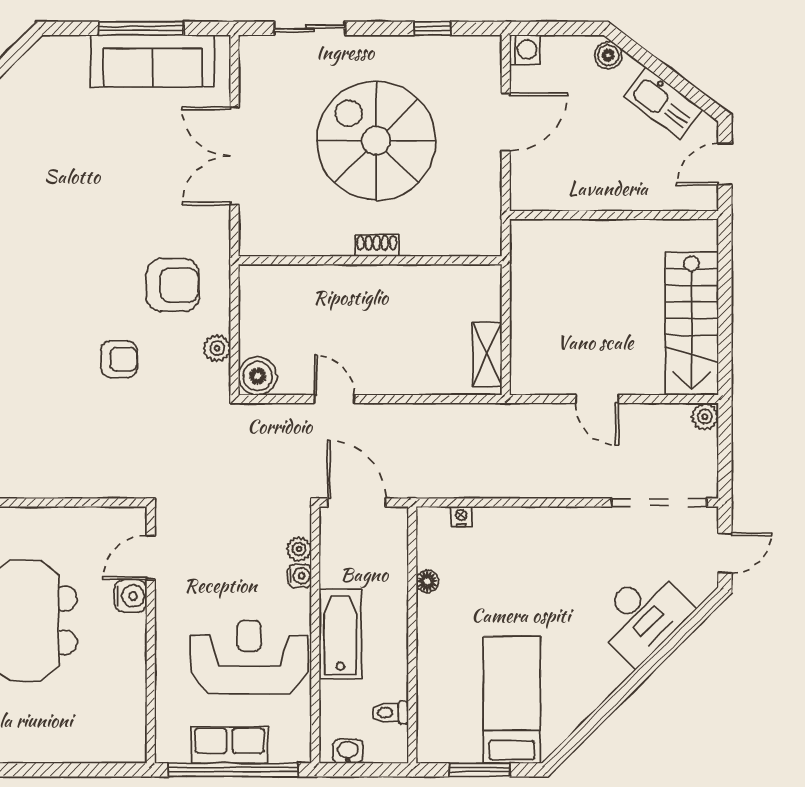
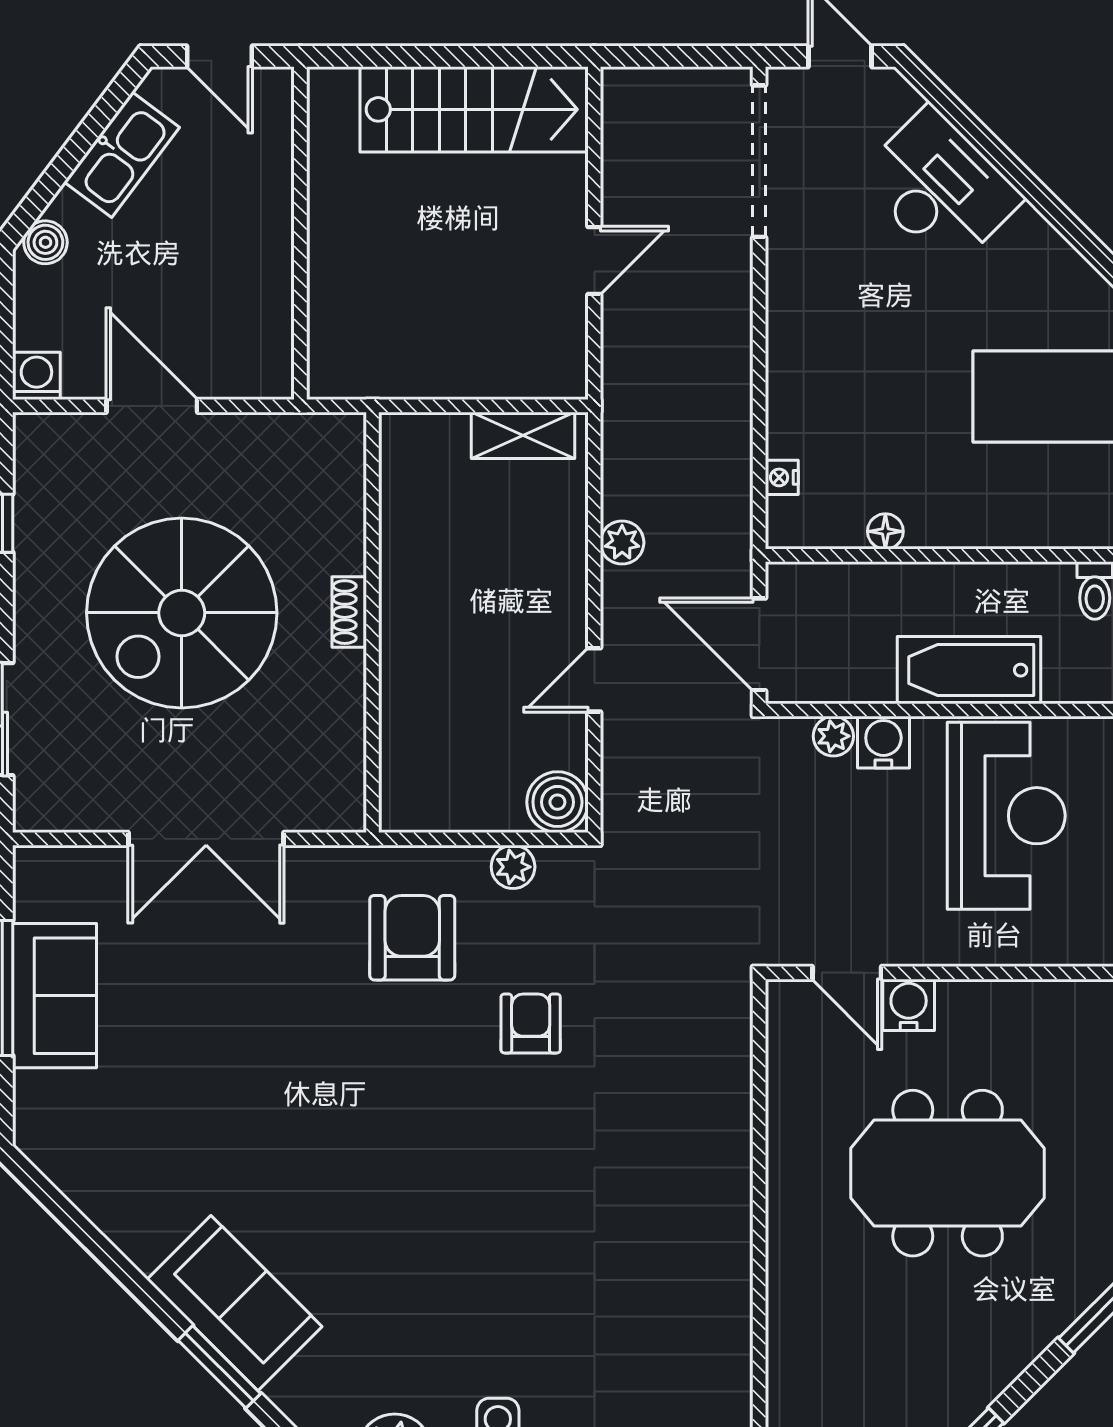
sofa: (153, 61) -> (55, 996), width x0.73
plant: (705, 417) -> (622, 543), moved
door: (356, 502) -> (759, 644), hinge flipped
water cooler: (300, 576) -> (883, 742), width x1.38, depth x1.38
reception desk: (249, 657) -> (1006, 816), turned 180

